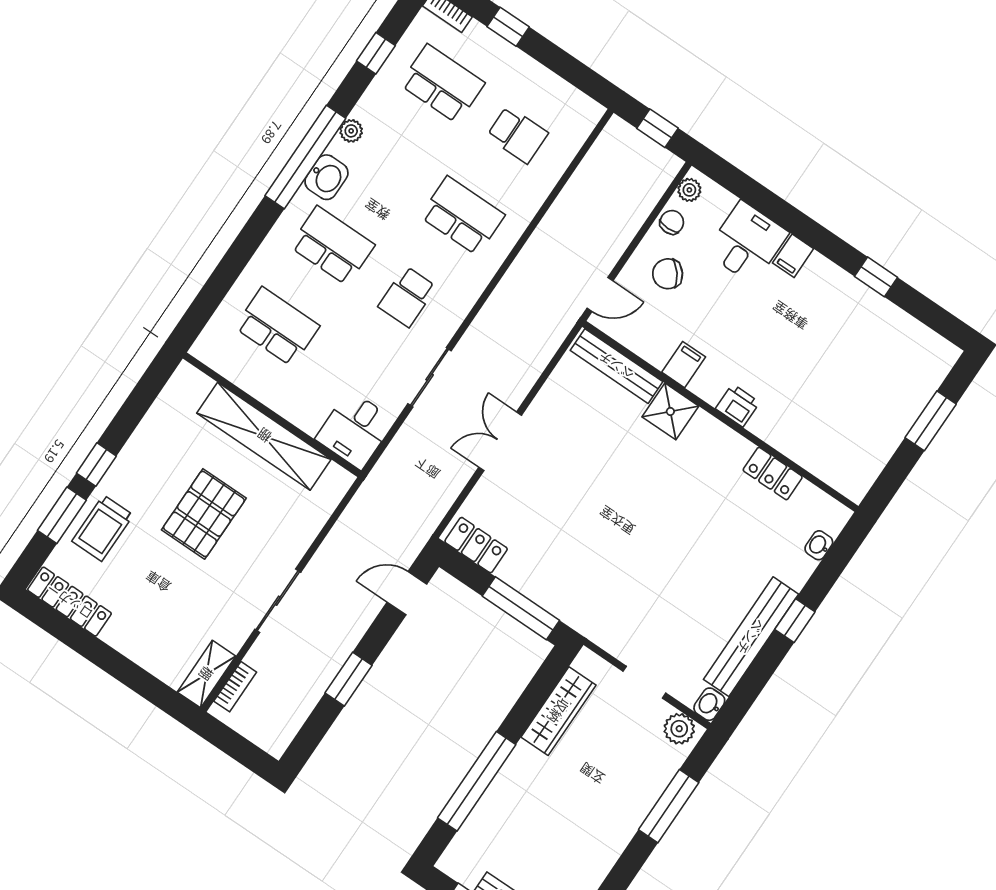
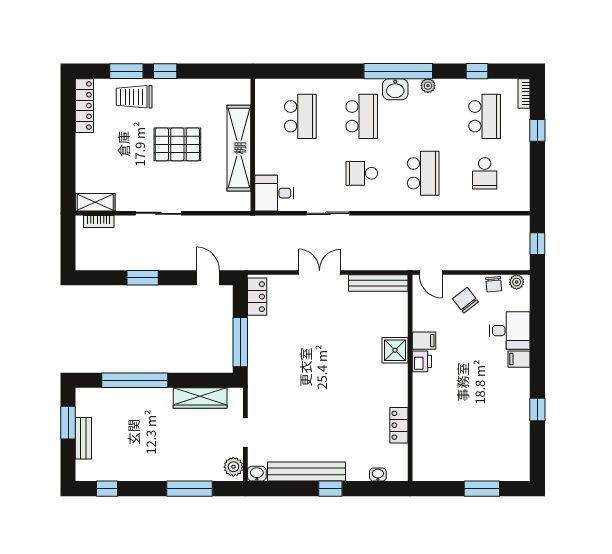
chair: (672, 222) -> (494, 284), turned 85
bench: (616, 366) -> (378, 283), moved, turned 90
printer: (738, 405) -> (422, 361), moved

